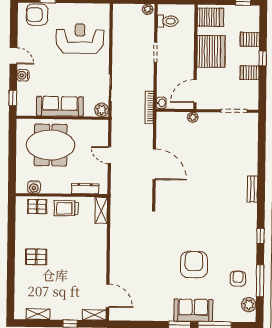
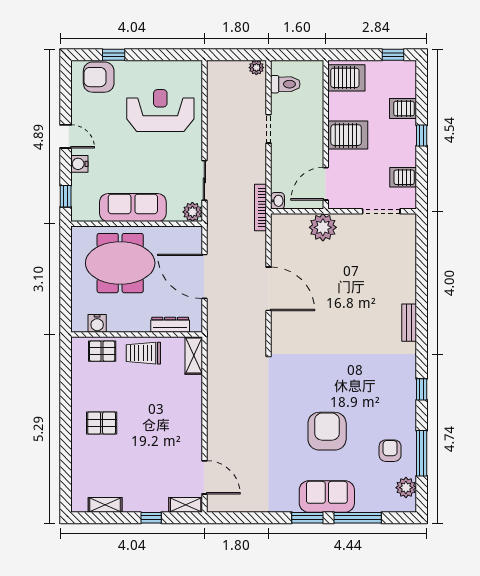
server rack: (211, 51) -> (348, 135), width x0.62
server rack: (250, 73) -> (403, 177), moved
plant: (193, 117) -> (323, 227), width x1.87, depth x1.87
door: (109, 155) -> (204, 276), width x1.87

